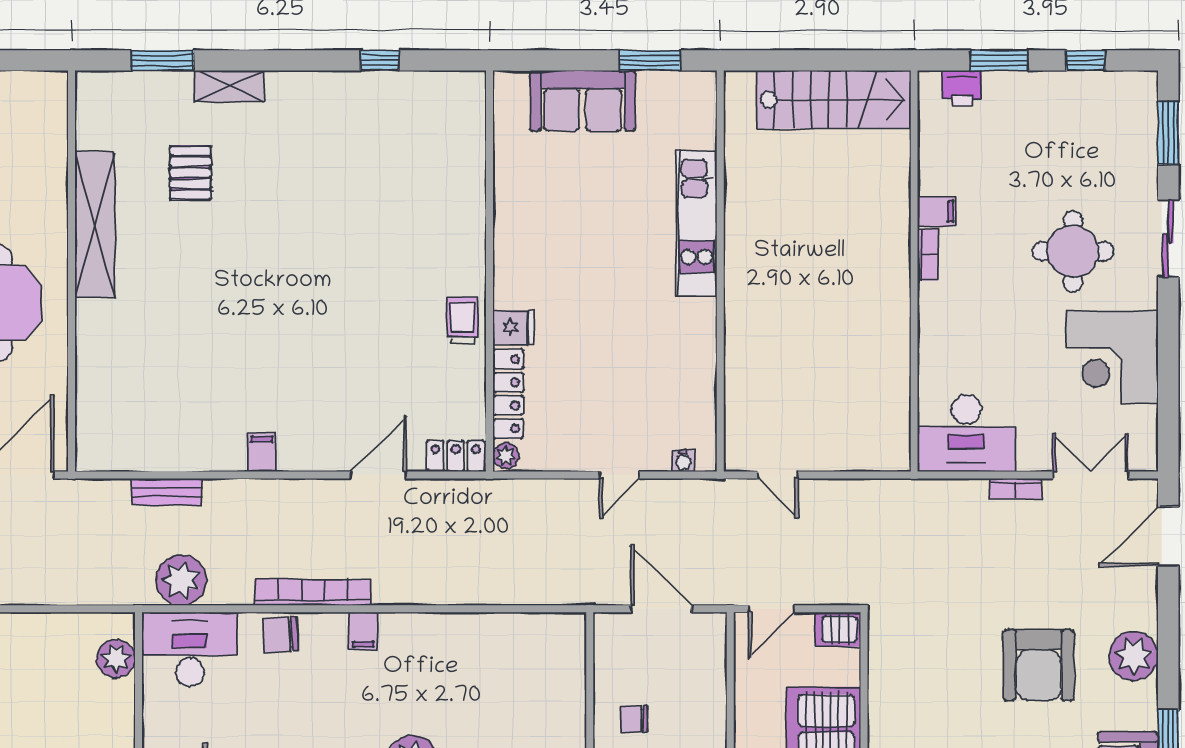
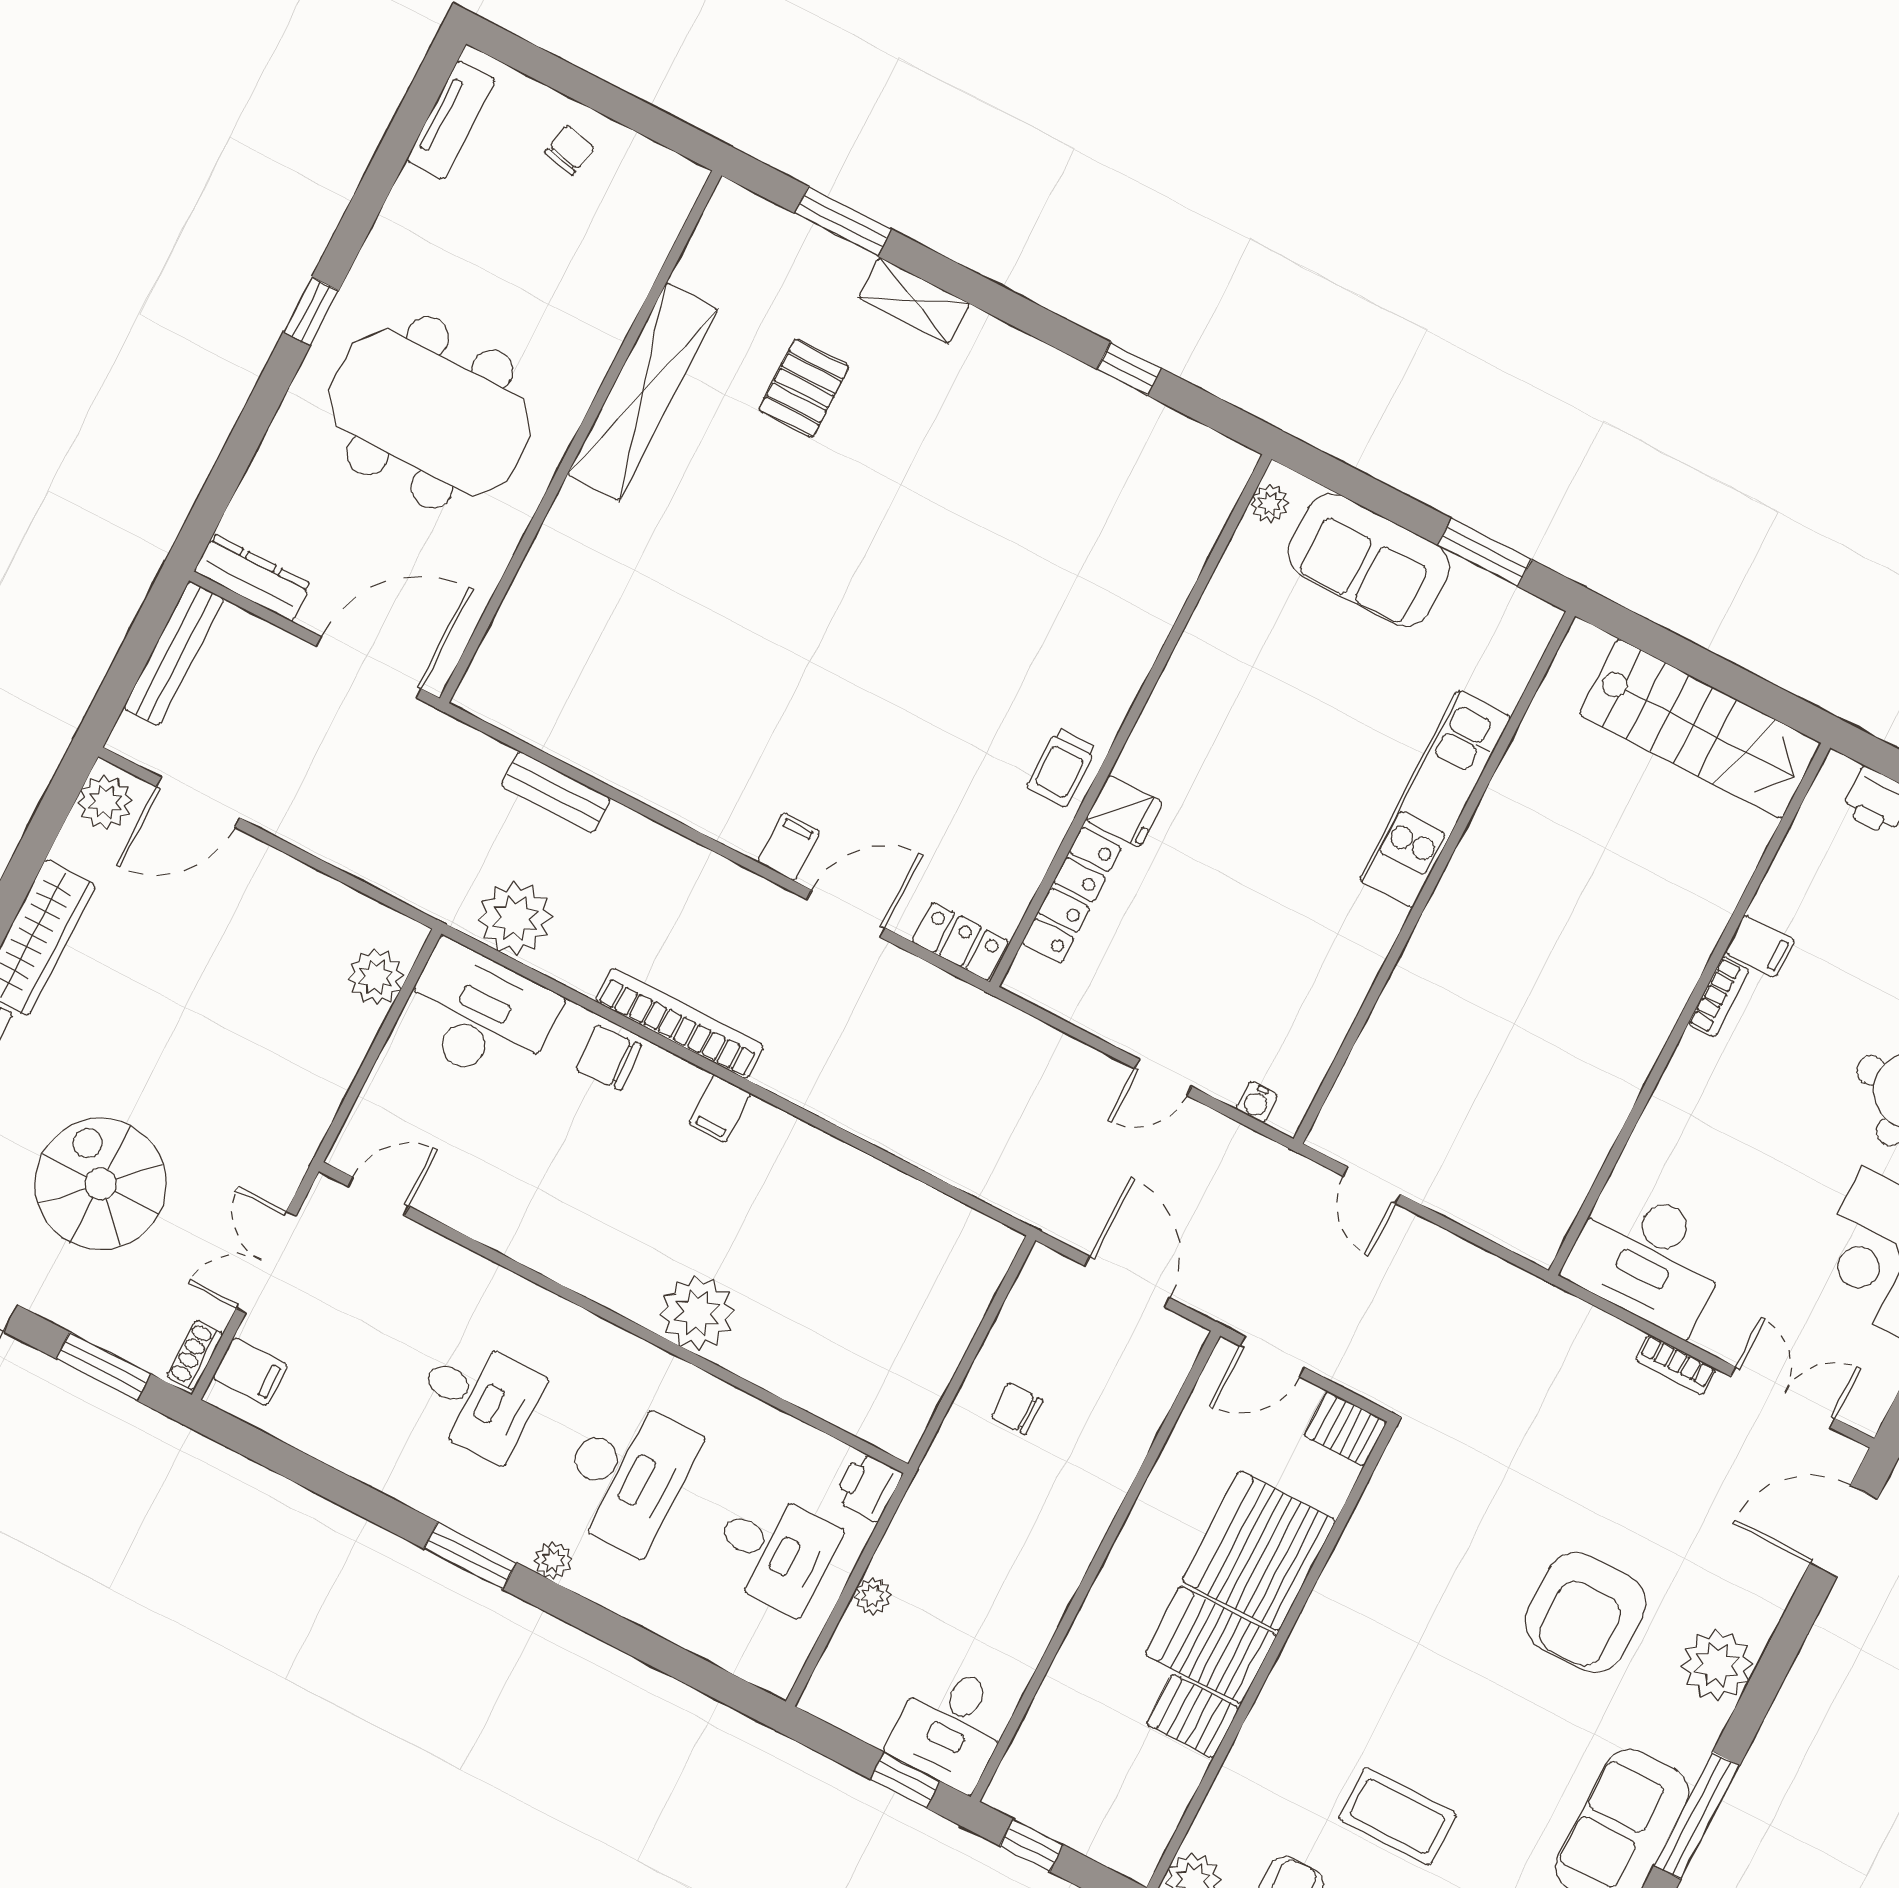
trolley: (463, 320) -> (1062, 767), turned 180
filing cabinet: (262, 452) -> (789, 847), moved
plant: (506, 456) -> (1270, 504), moved

